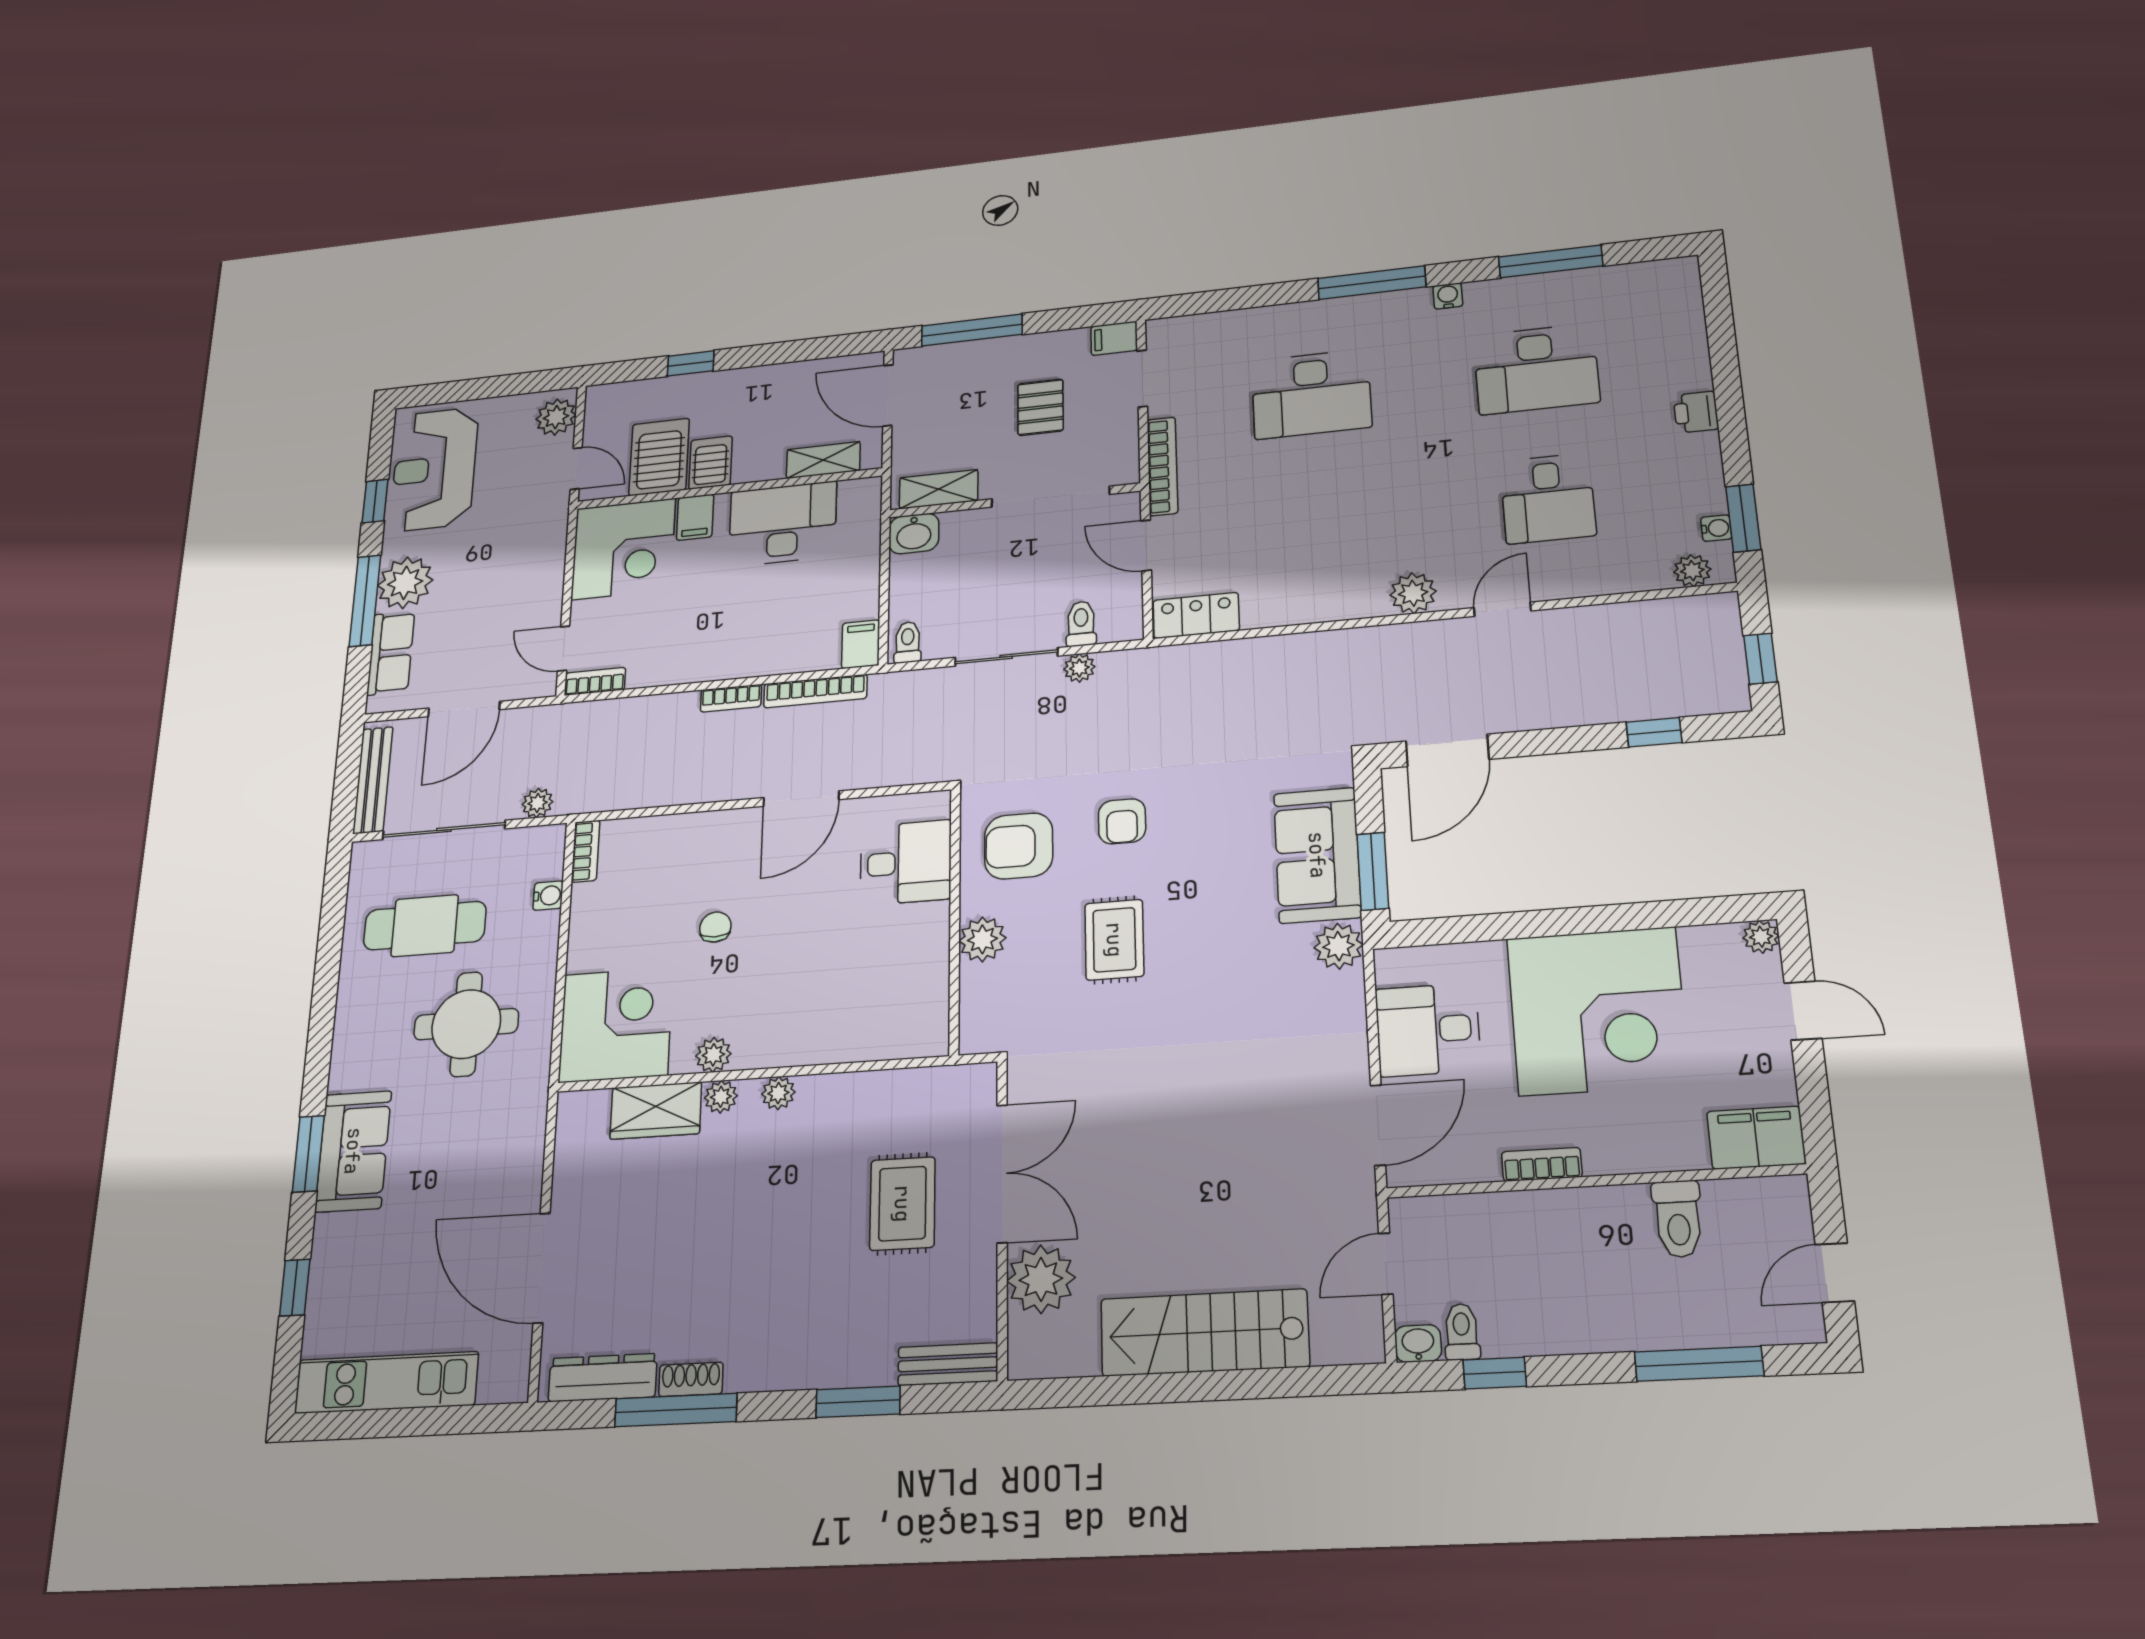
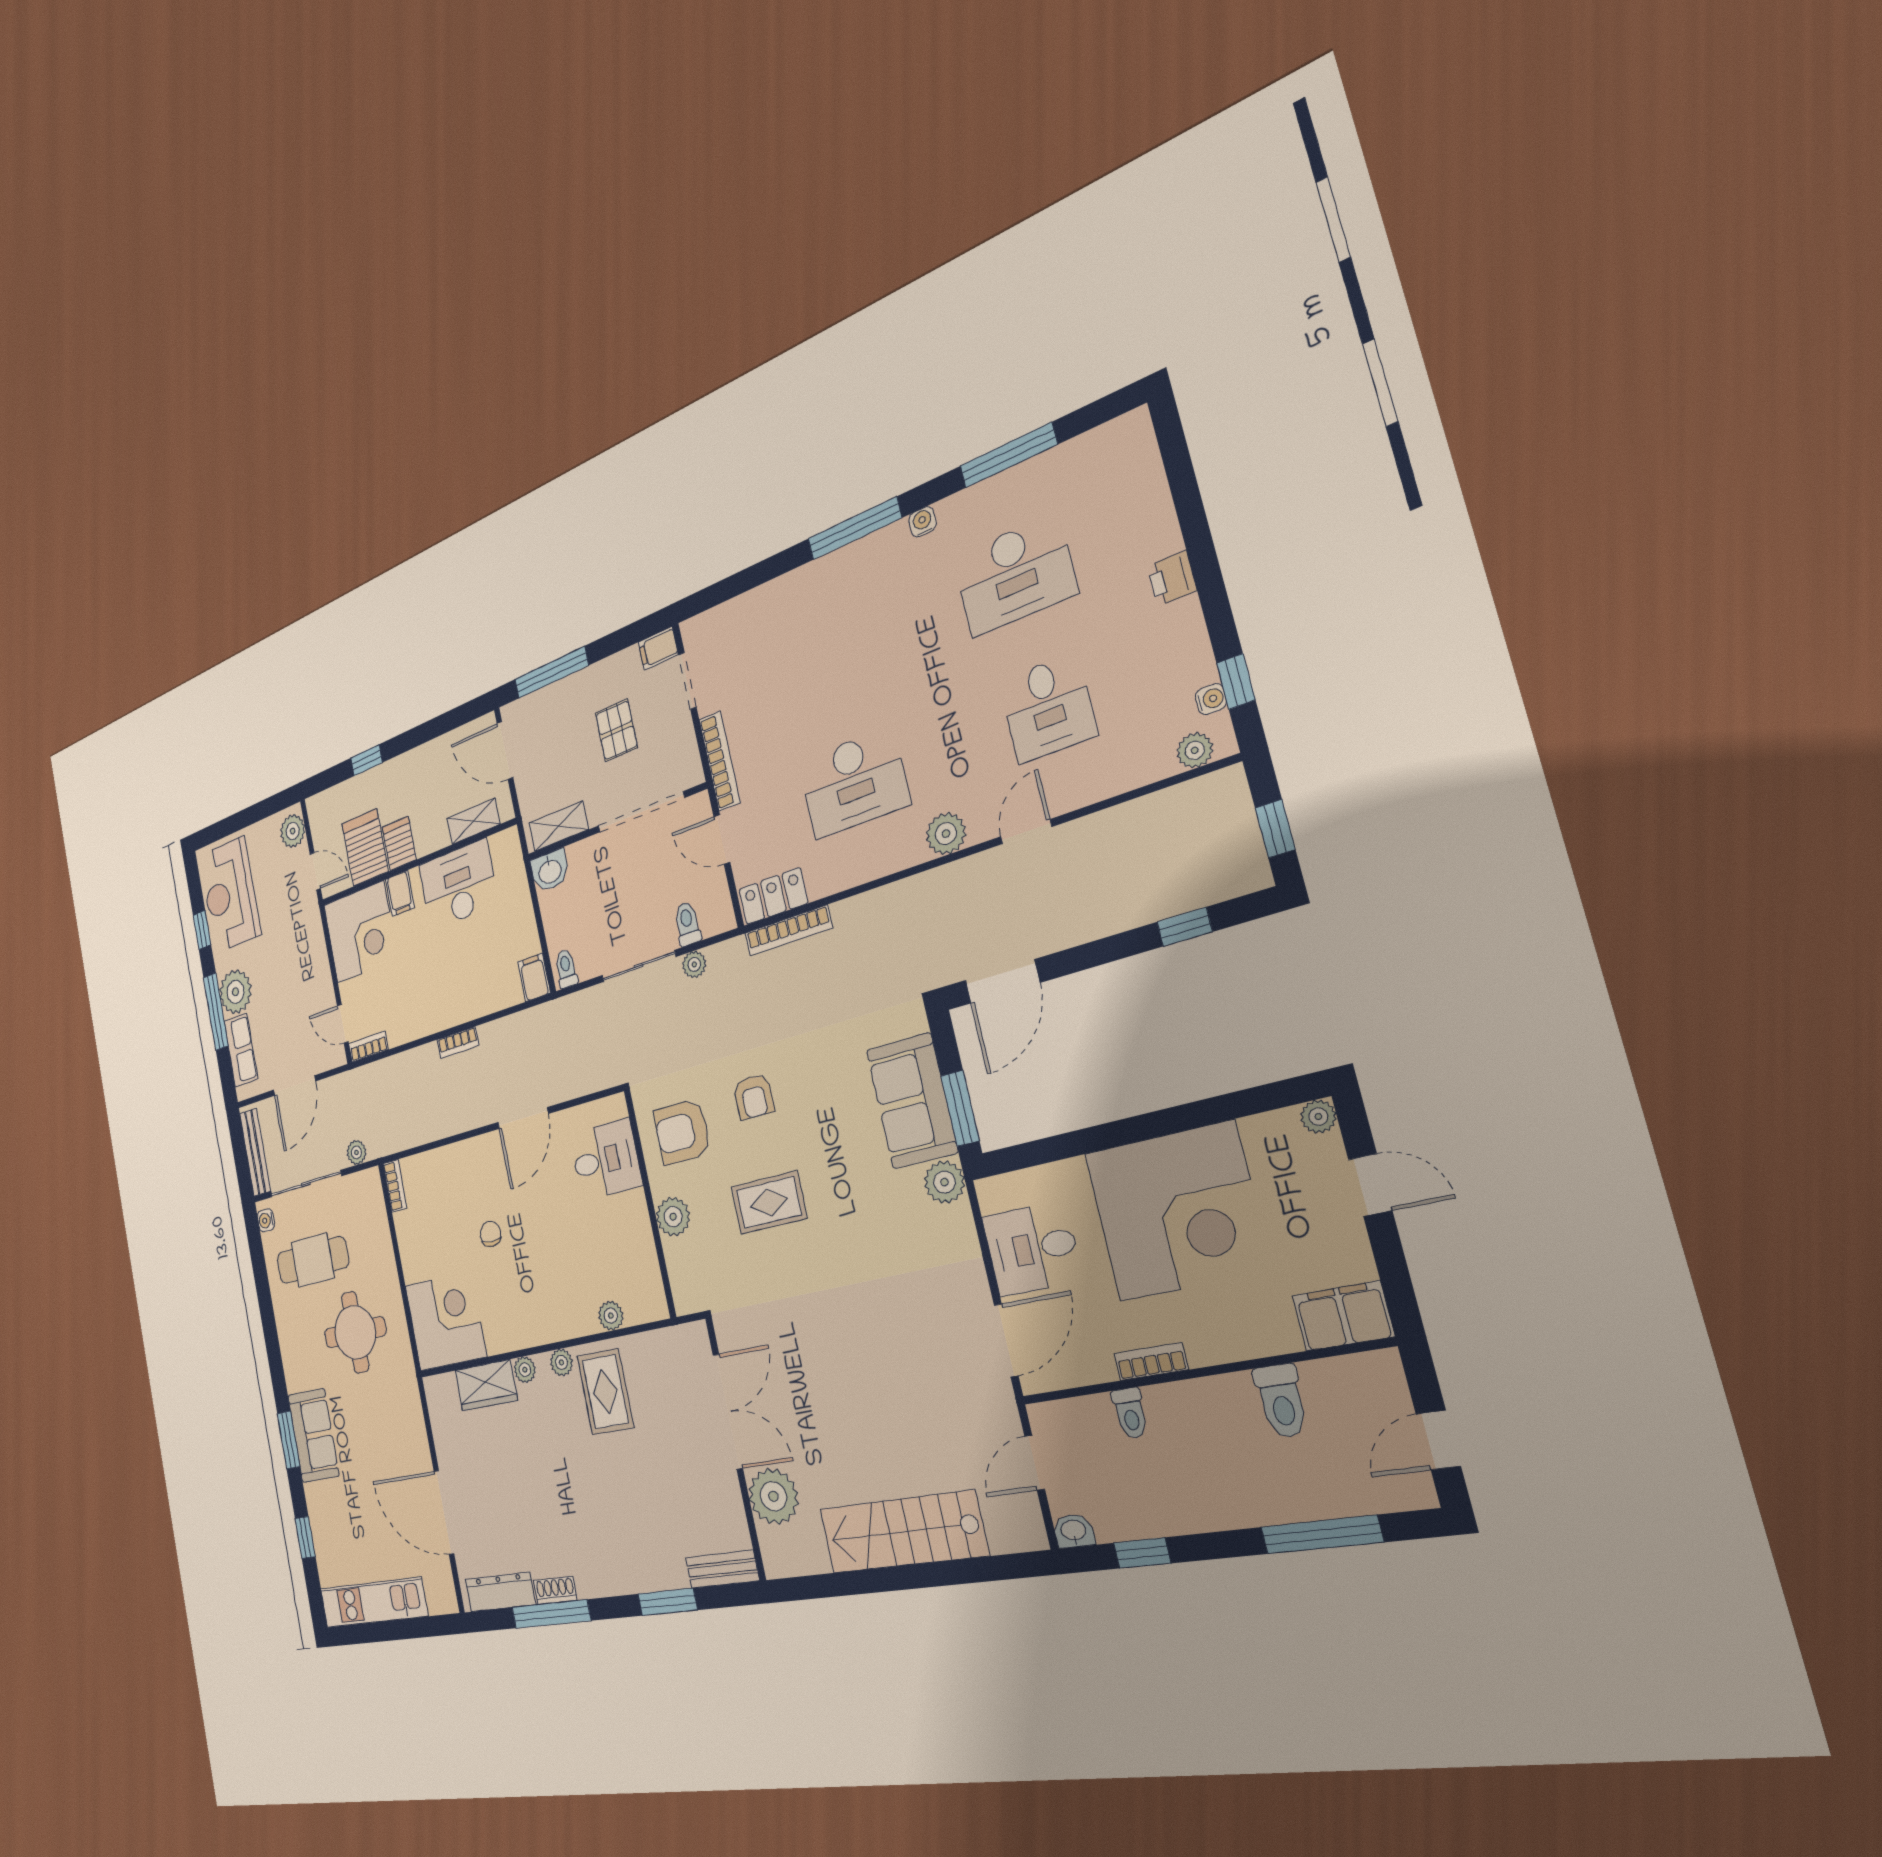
desk: (1311, 394) -> (854, 783), moved
window: (1743, 518) -> (1236, 682), width x0.67
bookcase: (815, 691) -> (788, 931), moved
water cooler: (548, 896) -> (266, 1220), moved, turned 180
rug: (1114, 940) -> (769, 1203), turned 90
plant: (713, 1055) -> (611, 1316), moved
rug: (902, 1204) -> (605, 1392), moved
toilet: (1462, 1332) -> (1130, 1413), moved, turned 180

